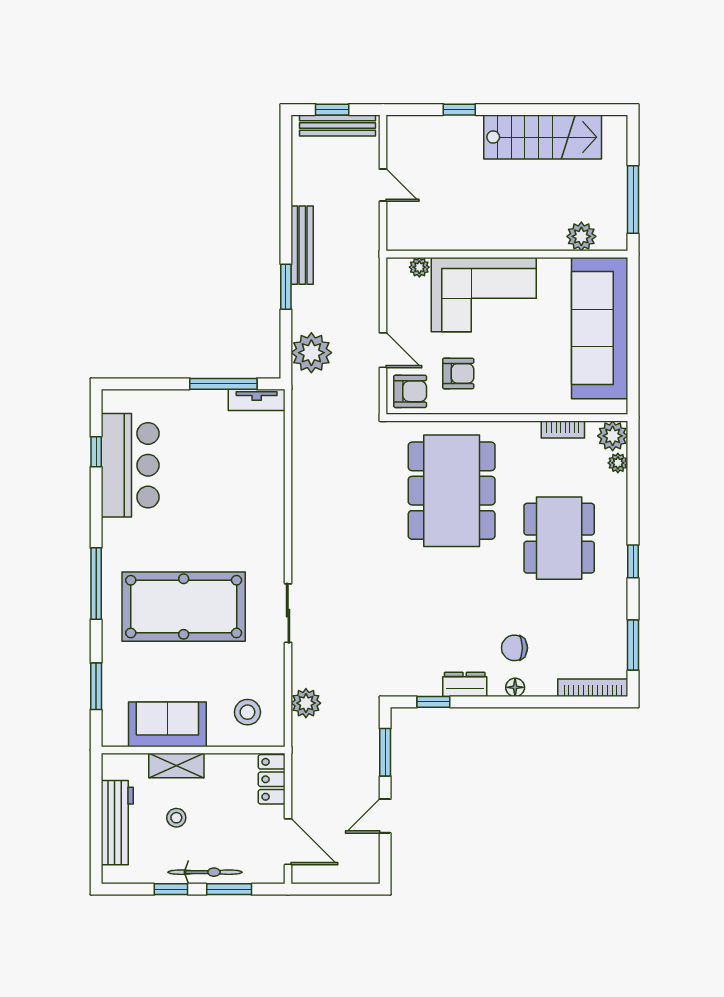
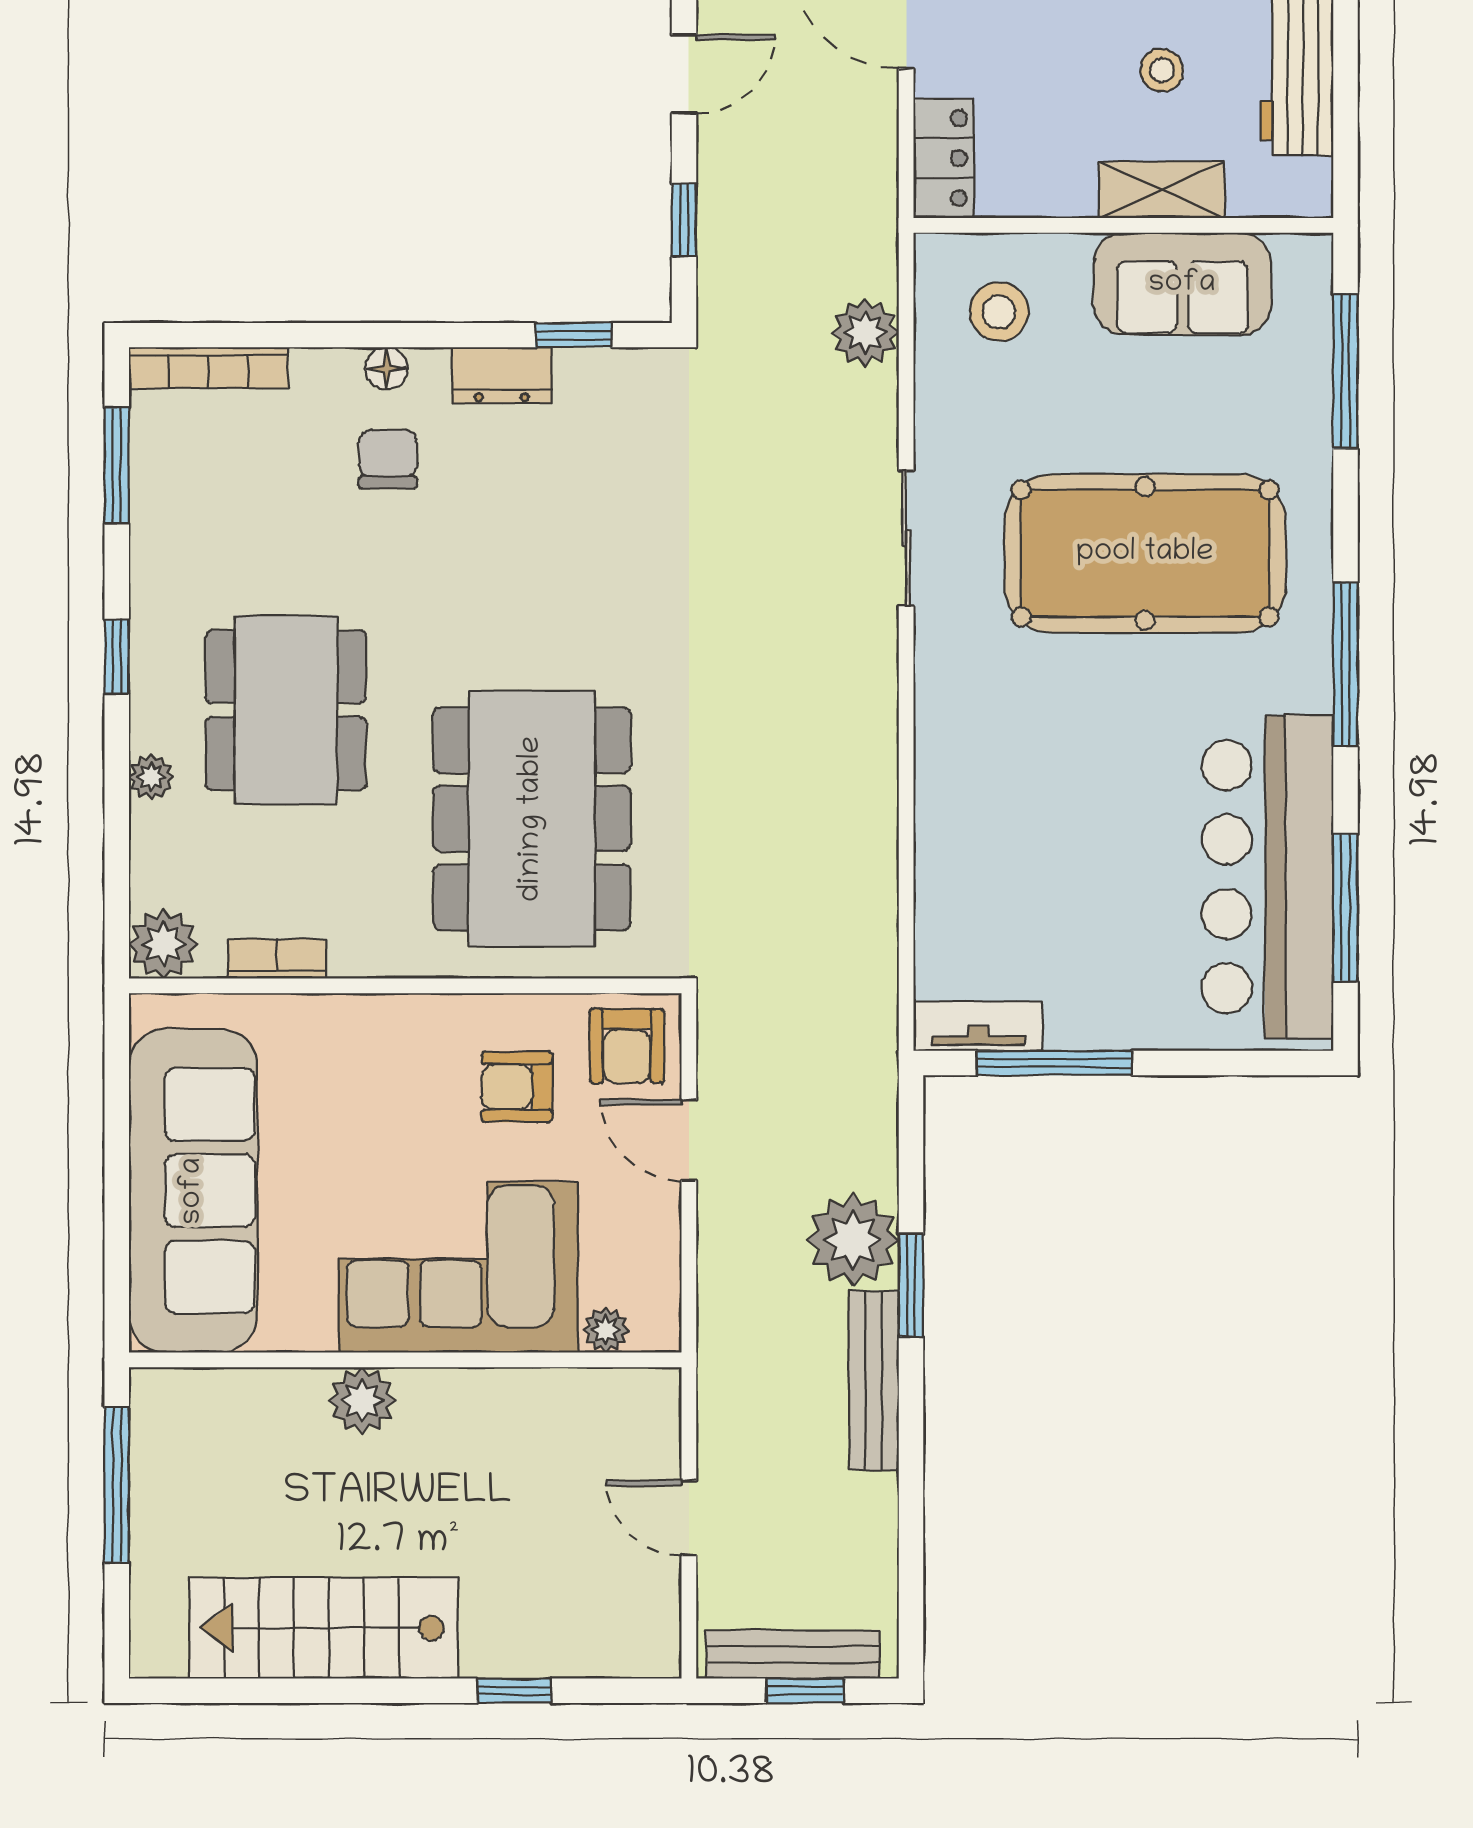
plant: (581, 236) -> (362, 1400), moved
plant: (311, 353) -> (853, 1240), moved
armchair: (410, 391) -> (627, 1046), turned -90
window: (96, 452) -> (1345, 908), width x2.17
plant: (618, 463) -> (151, 777), moved
bar counter: (130, 465) -> (1268, 877), width x1.36
window: (96, 584) -> (1345, 664), moved
chair: (514, 648) -> (388, 459), turned -90
window: (96, 686) -> (1345, 371), width x1.44
window: (385, 752) -> (684, 220), width x0.67

